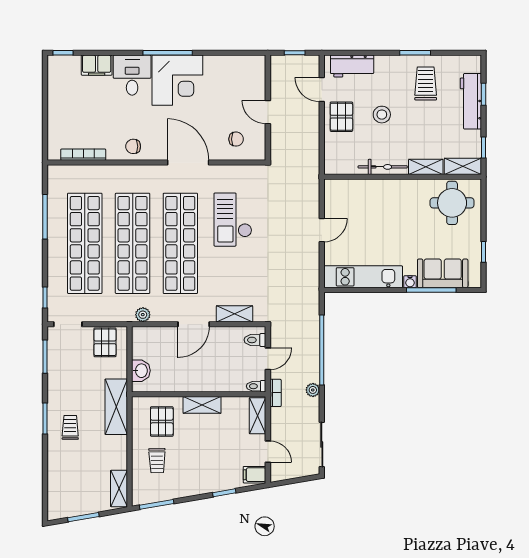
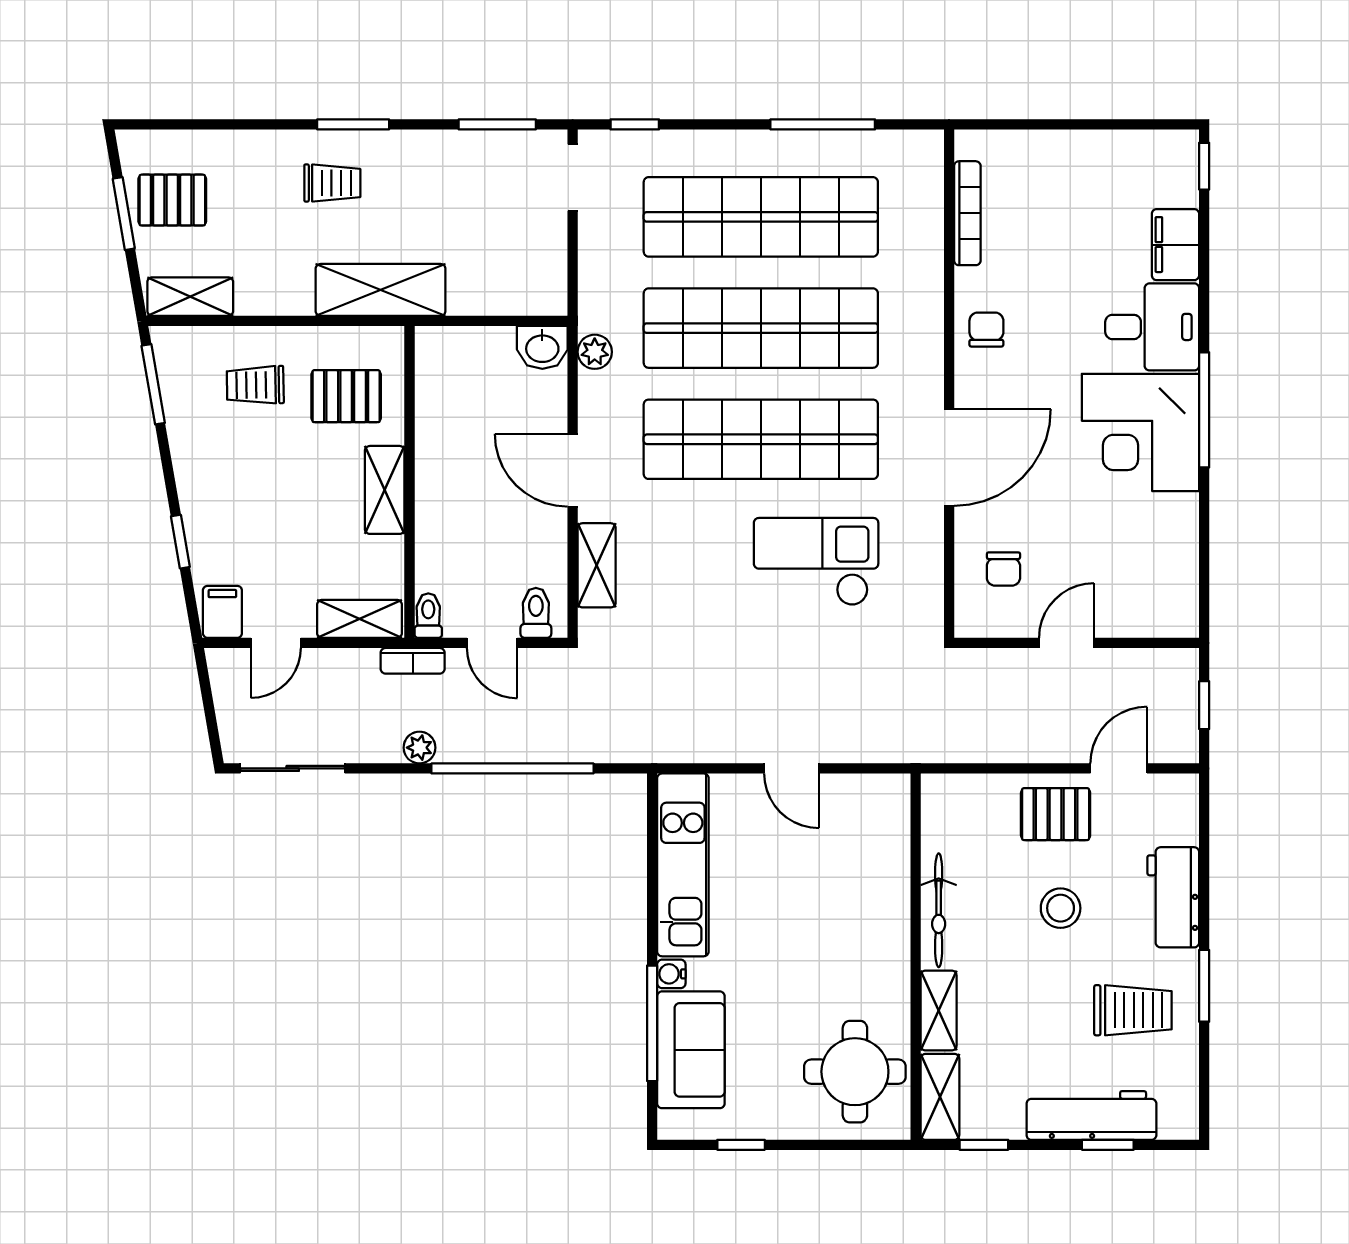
workbench: (352, 66) -> (1173, 897), moved
pallet: (105, 342) -> (172, 200), moved
washbasin: (141, 371) -> (542, 347), moved

